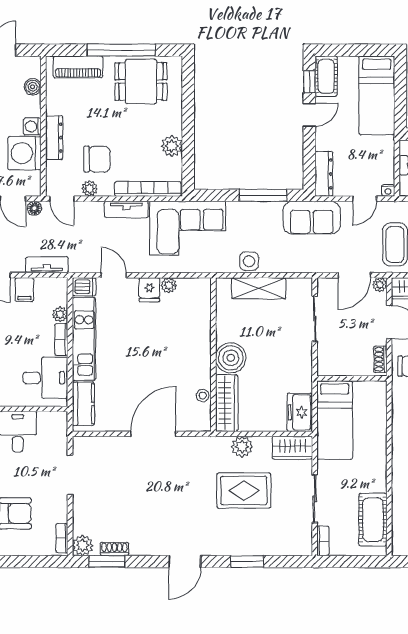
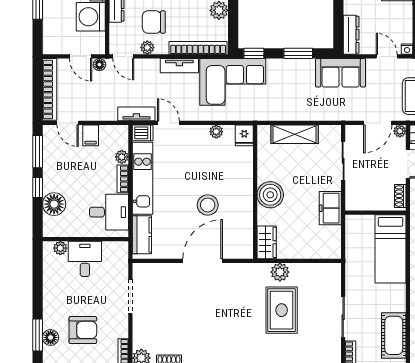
chair: (97, 159) -> (154, 22), turned 180
window: (212, 195) -> (254, 53), added
window: (263, 195) -> (298, 53), width x0.69
door: (365, 199) -> (387, 56), swing flipped
side table: (249, 261) -> (286, 111), removed
tv unit: (47, 265) -> (136, 114), moved
fridge: (149, 290) -> (244, 135), moved
stool: (203, 396) -> (208, 205), moved, width x1.89, depth x1.89
wardrobe: (227, 403) -> (267, 242), width x0.67
freezer: (300, 412) -> (330, 208), moved
bed: (335, 420) -> (391, 249), moved
wardrobe: (292, 448) -> (324, 273), removed
rug: (244, 491) -> (282, 310), turned 90

